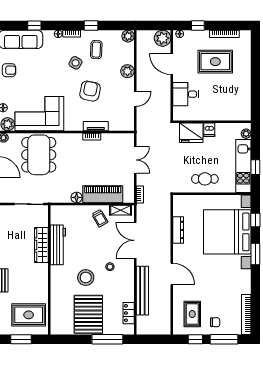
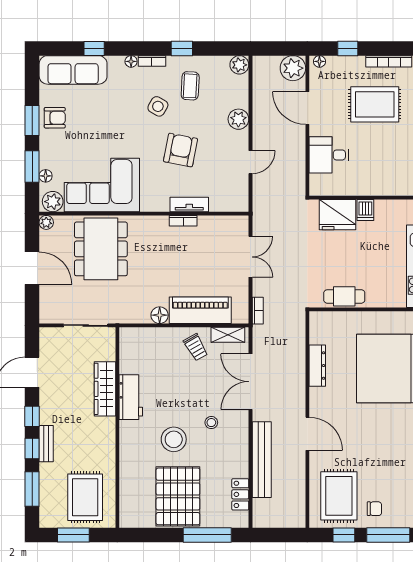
cafe table: (205, 179) -> (344, 296), moved
workbench: (58, 245) -> (131, 397), width x0.73
rug: (192, 314) -> (339, 496), width x1.36, depth x1.43
rug: (29, 315) -> (85, 497), turned 90

